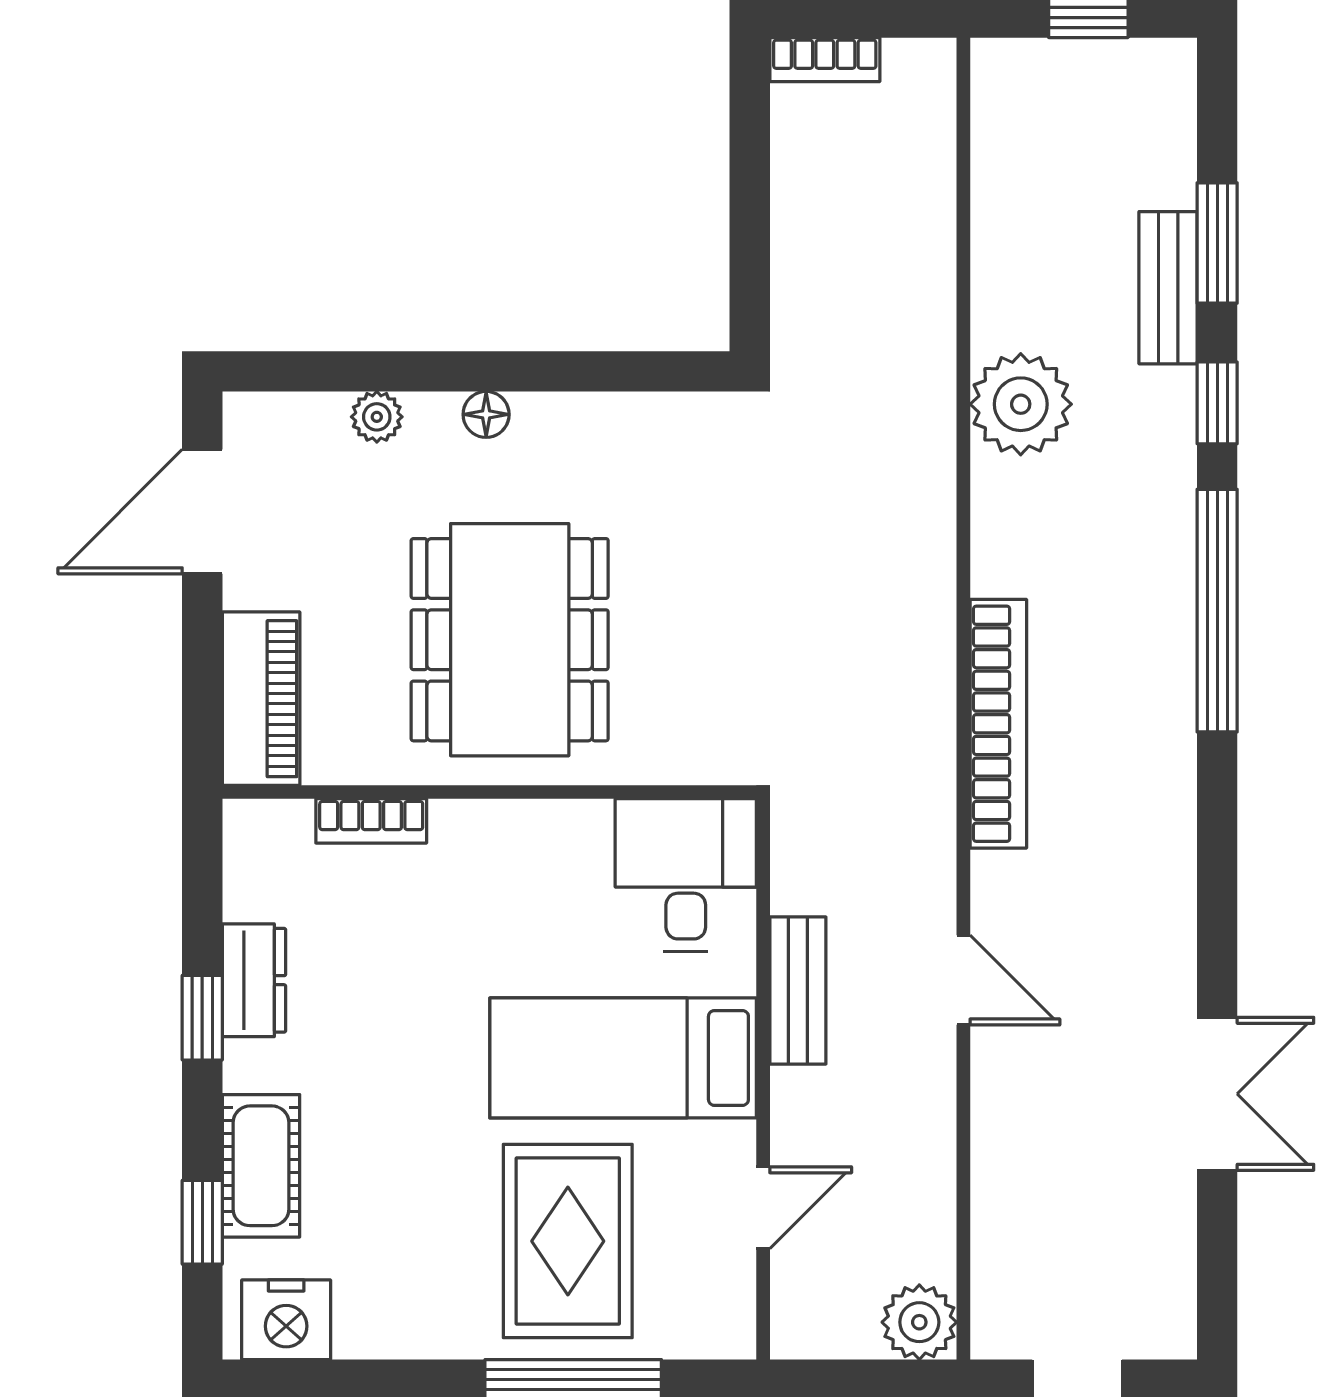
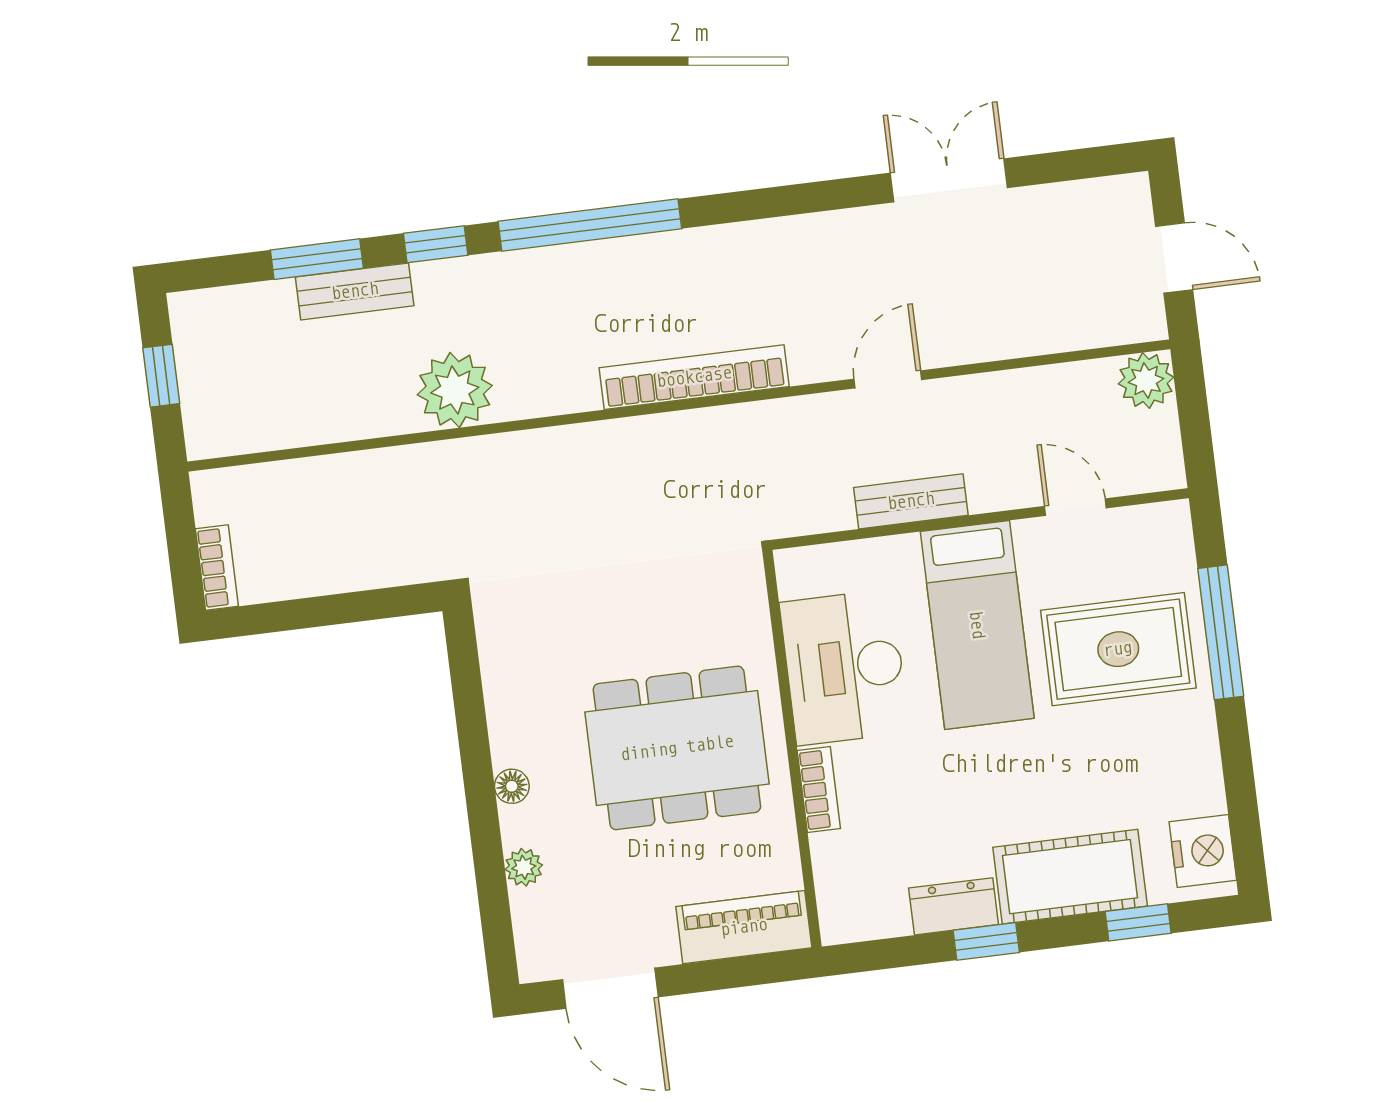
bookcase: (371, 821) -> (819, 790), moved
desk: (686, 875) -> (844, 667), moved, width x1.37
cot: (261, 1166) -> (1070, 877), width x1.37, depth x1.34

